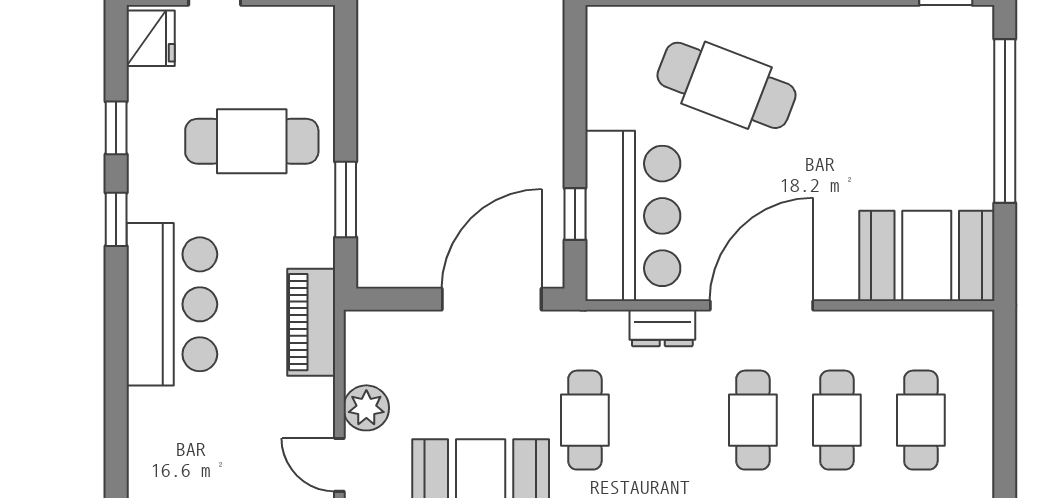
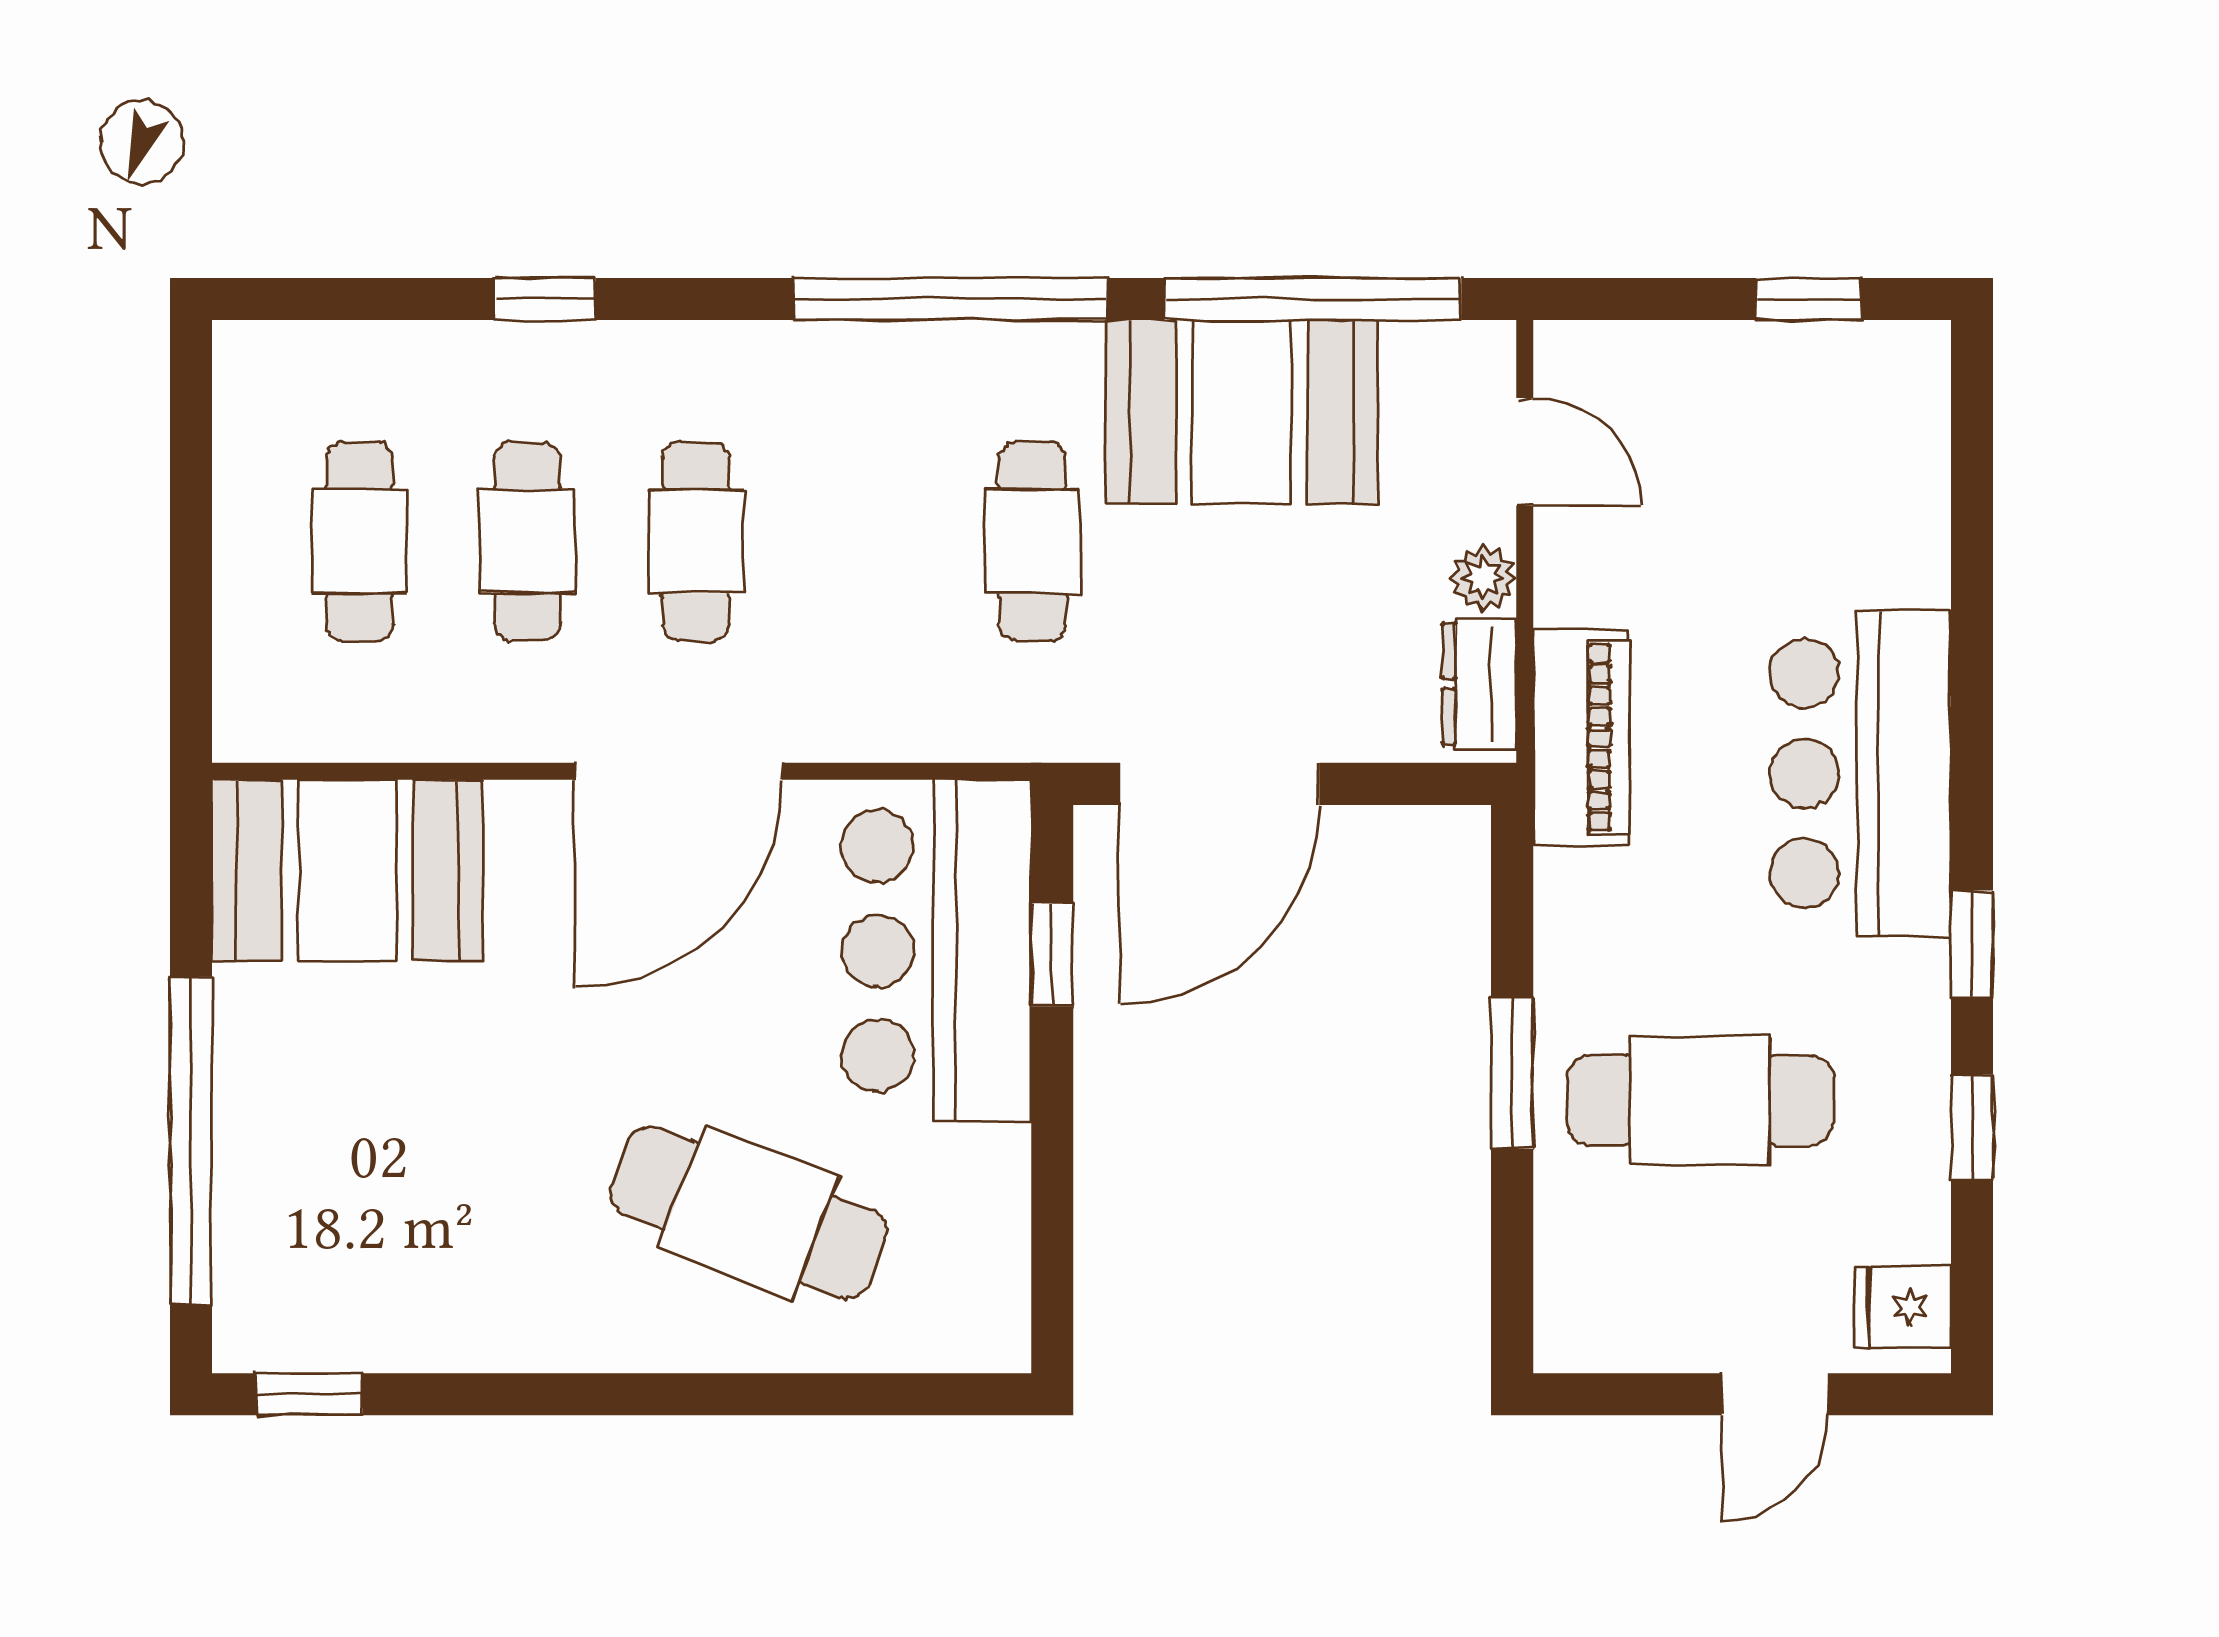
fridge: (151, 38) -> (1903, 1307), width x0.72
window: (346, 200) -> (1512, 1073), moved
dresser: (662, 328) -> (1479, 684), moved, turned -90
plant: (366, 408) -> (1483, 578), width x0.73, depth x0.73

